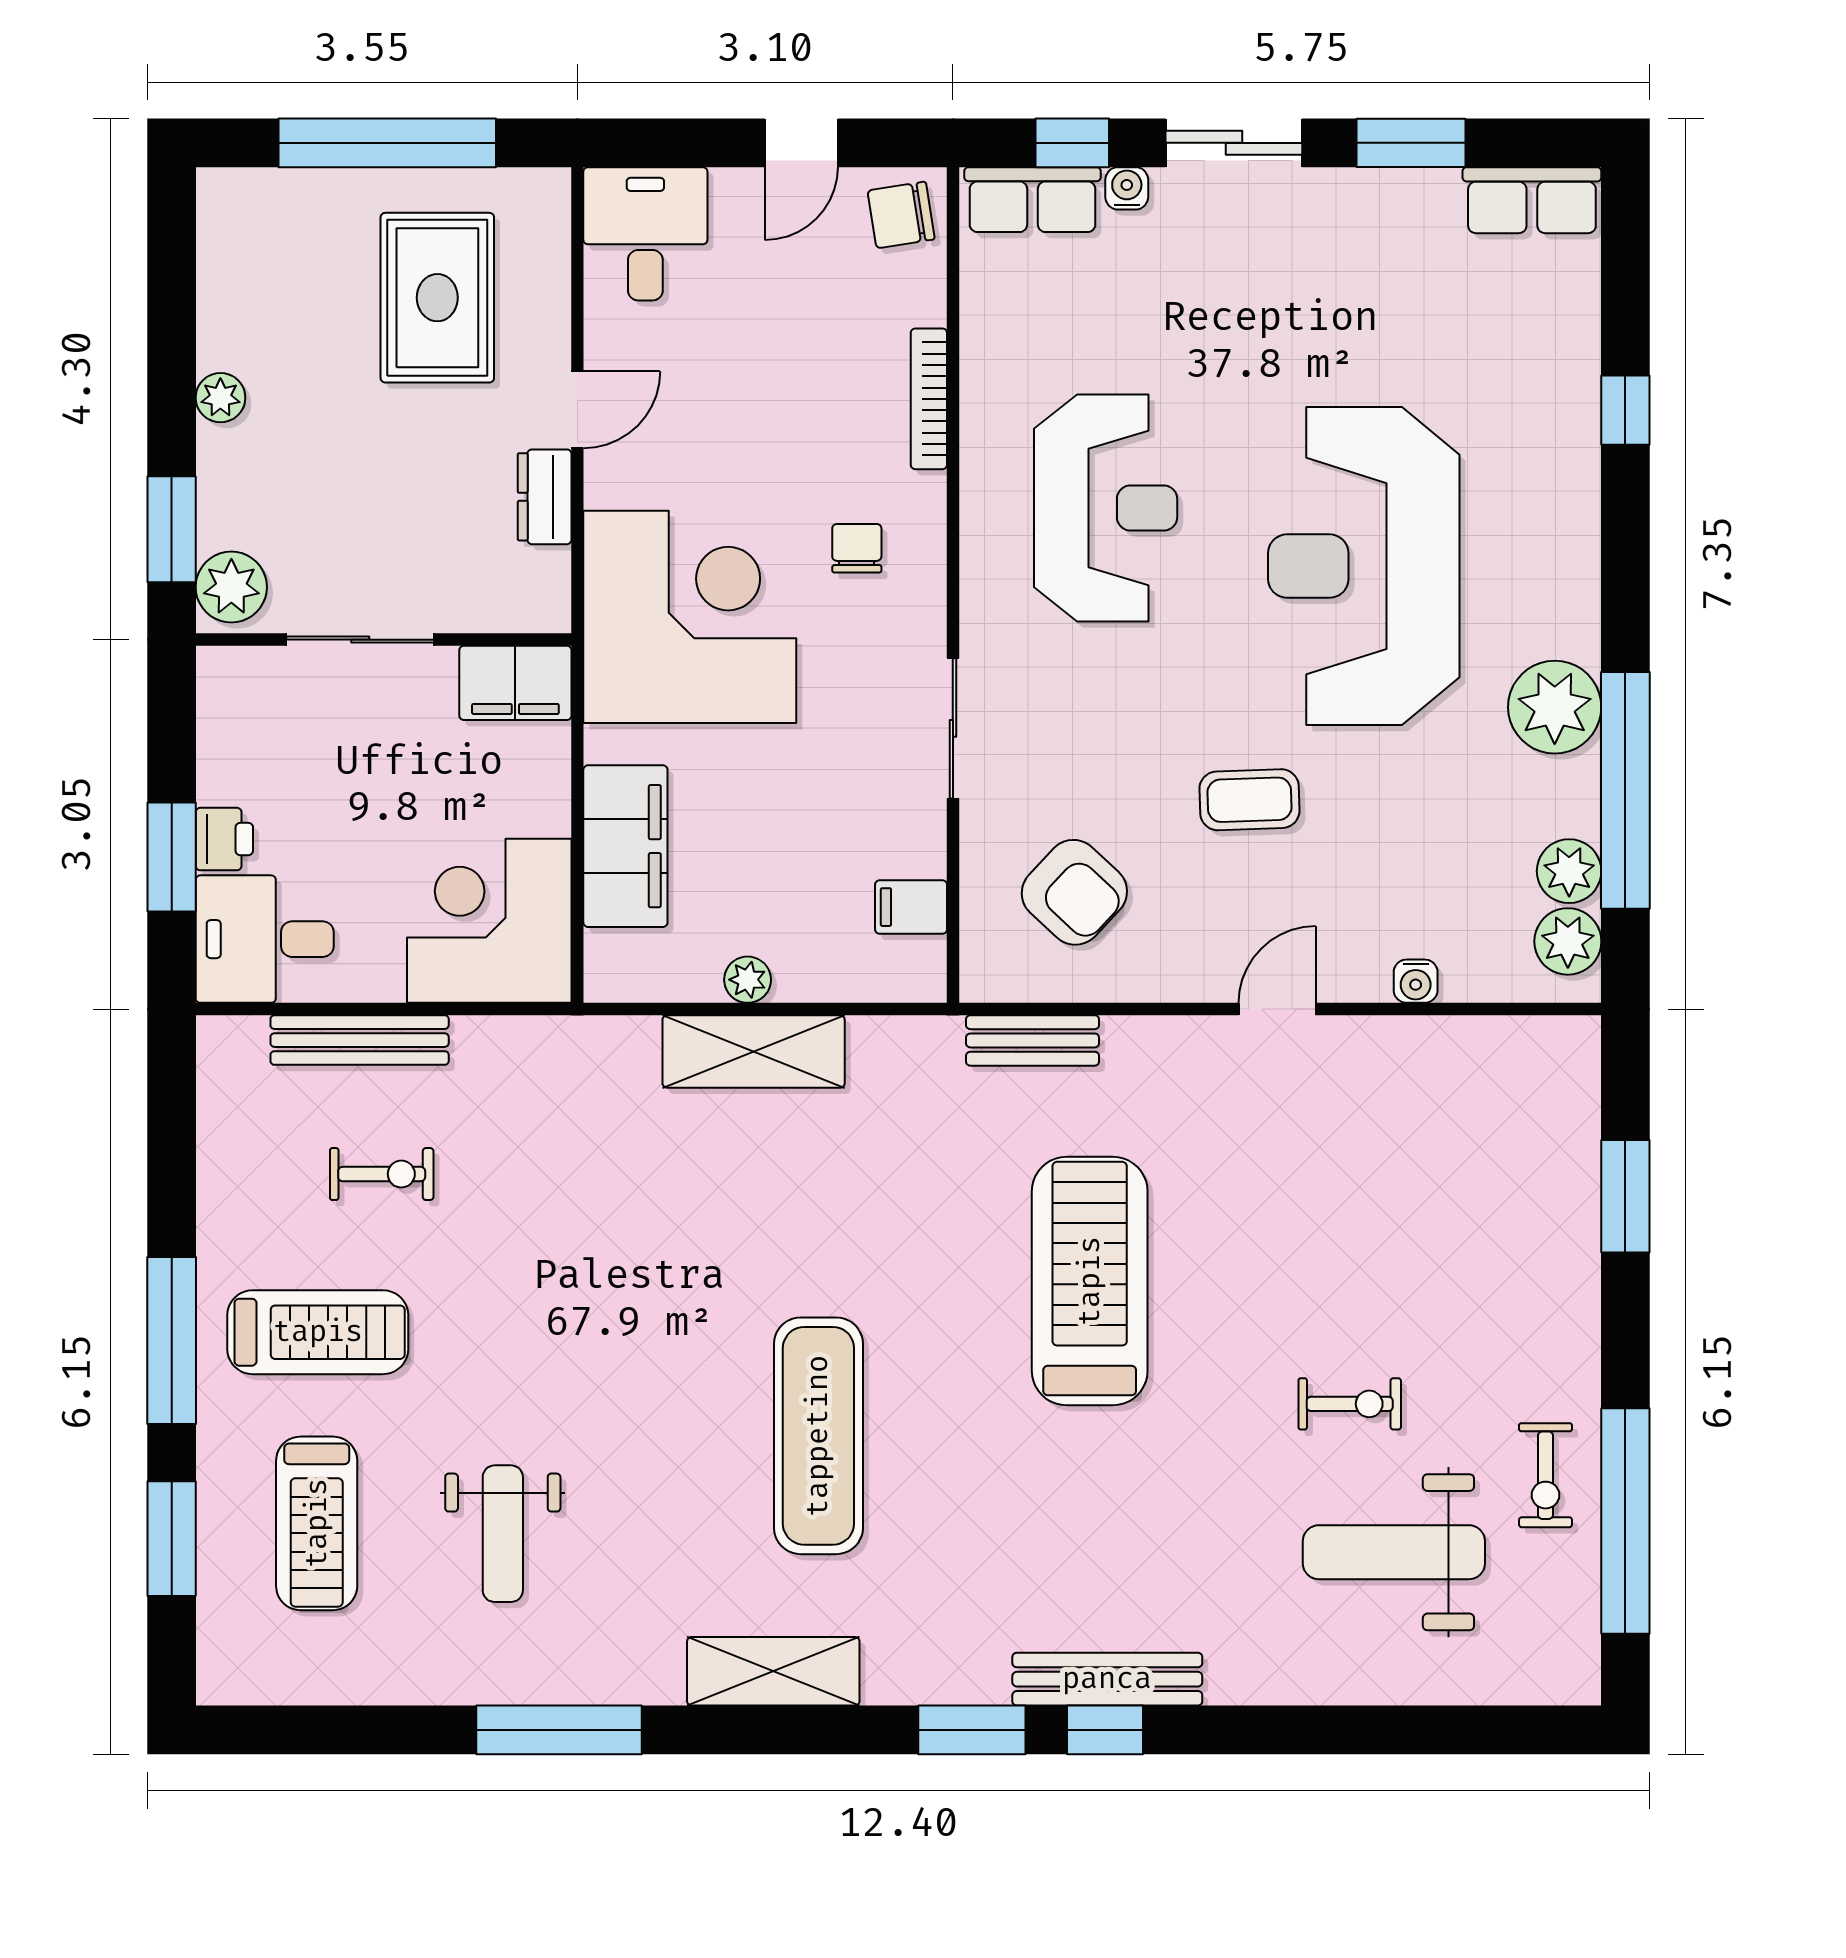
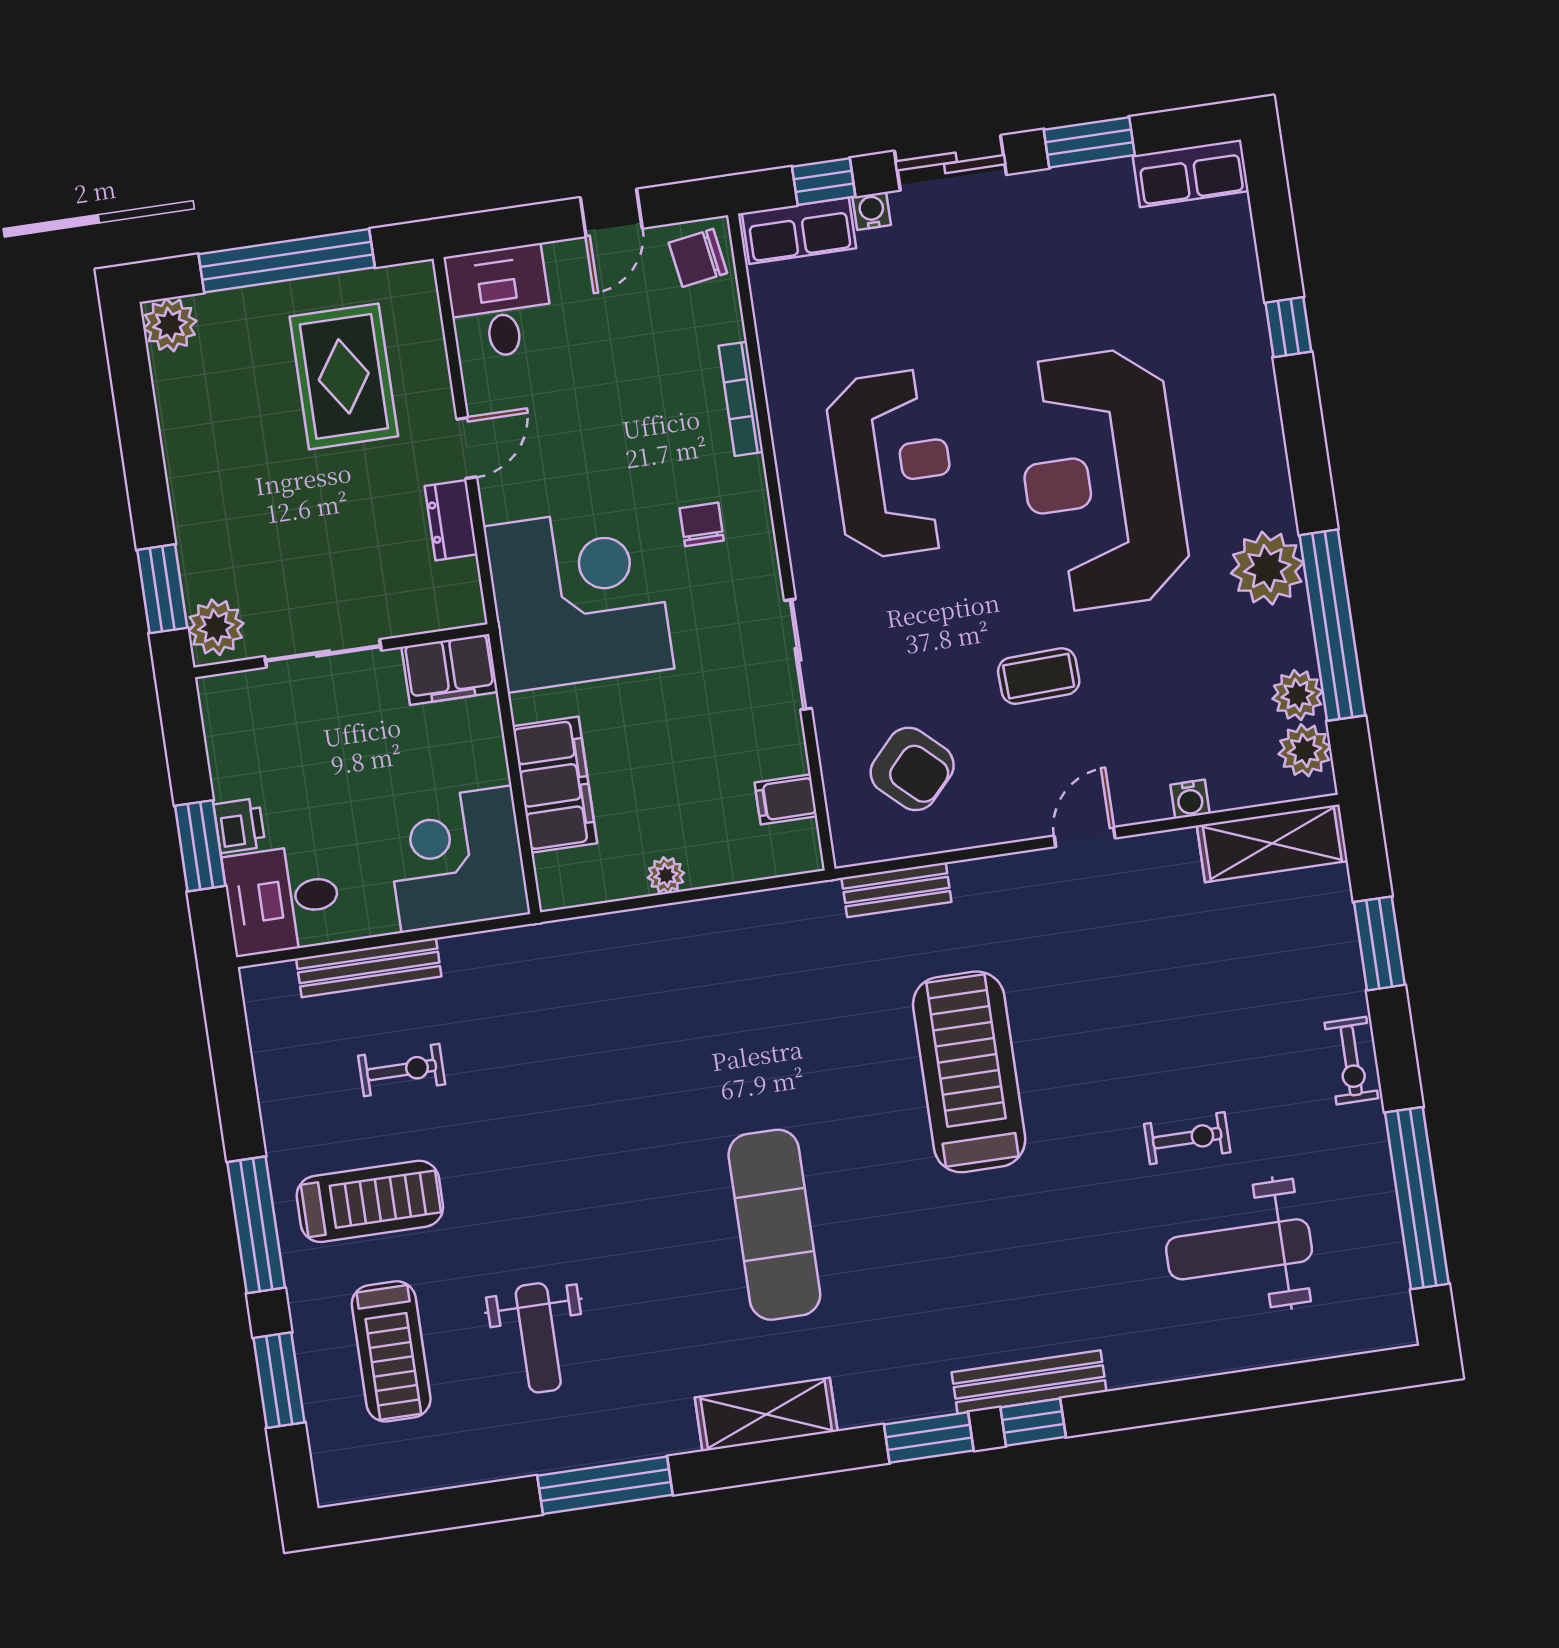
plant: (220, 398) -> (170, 325), moved, width x1.38, depth x1.38
shelving: (754, 1051) -> (1272, 843), moved
exercise bike: (1545, 1475) -> (1351, 1061), moved

